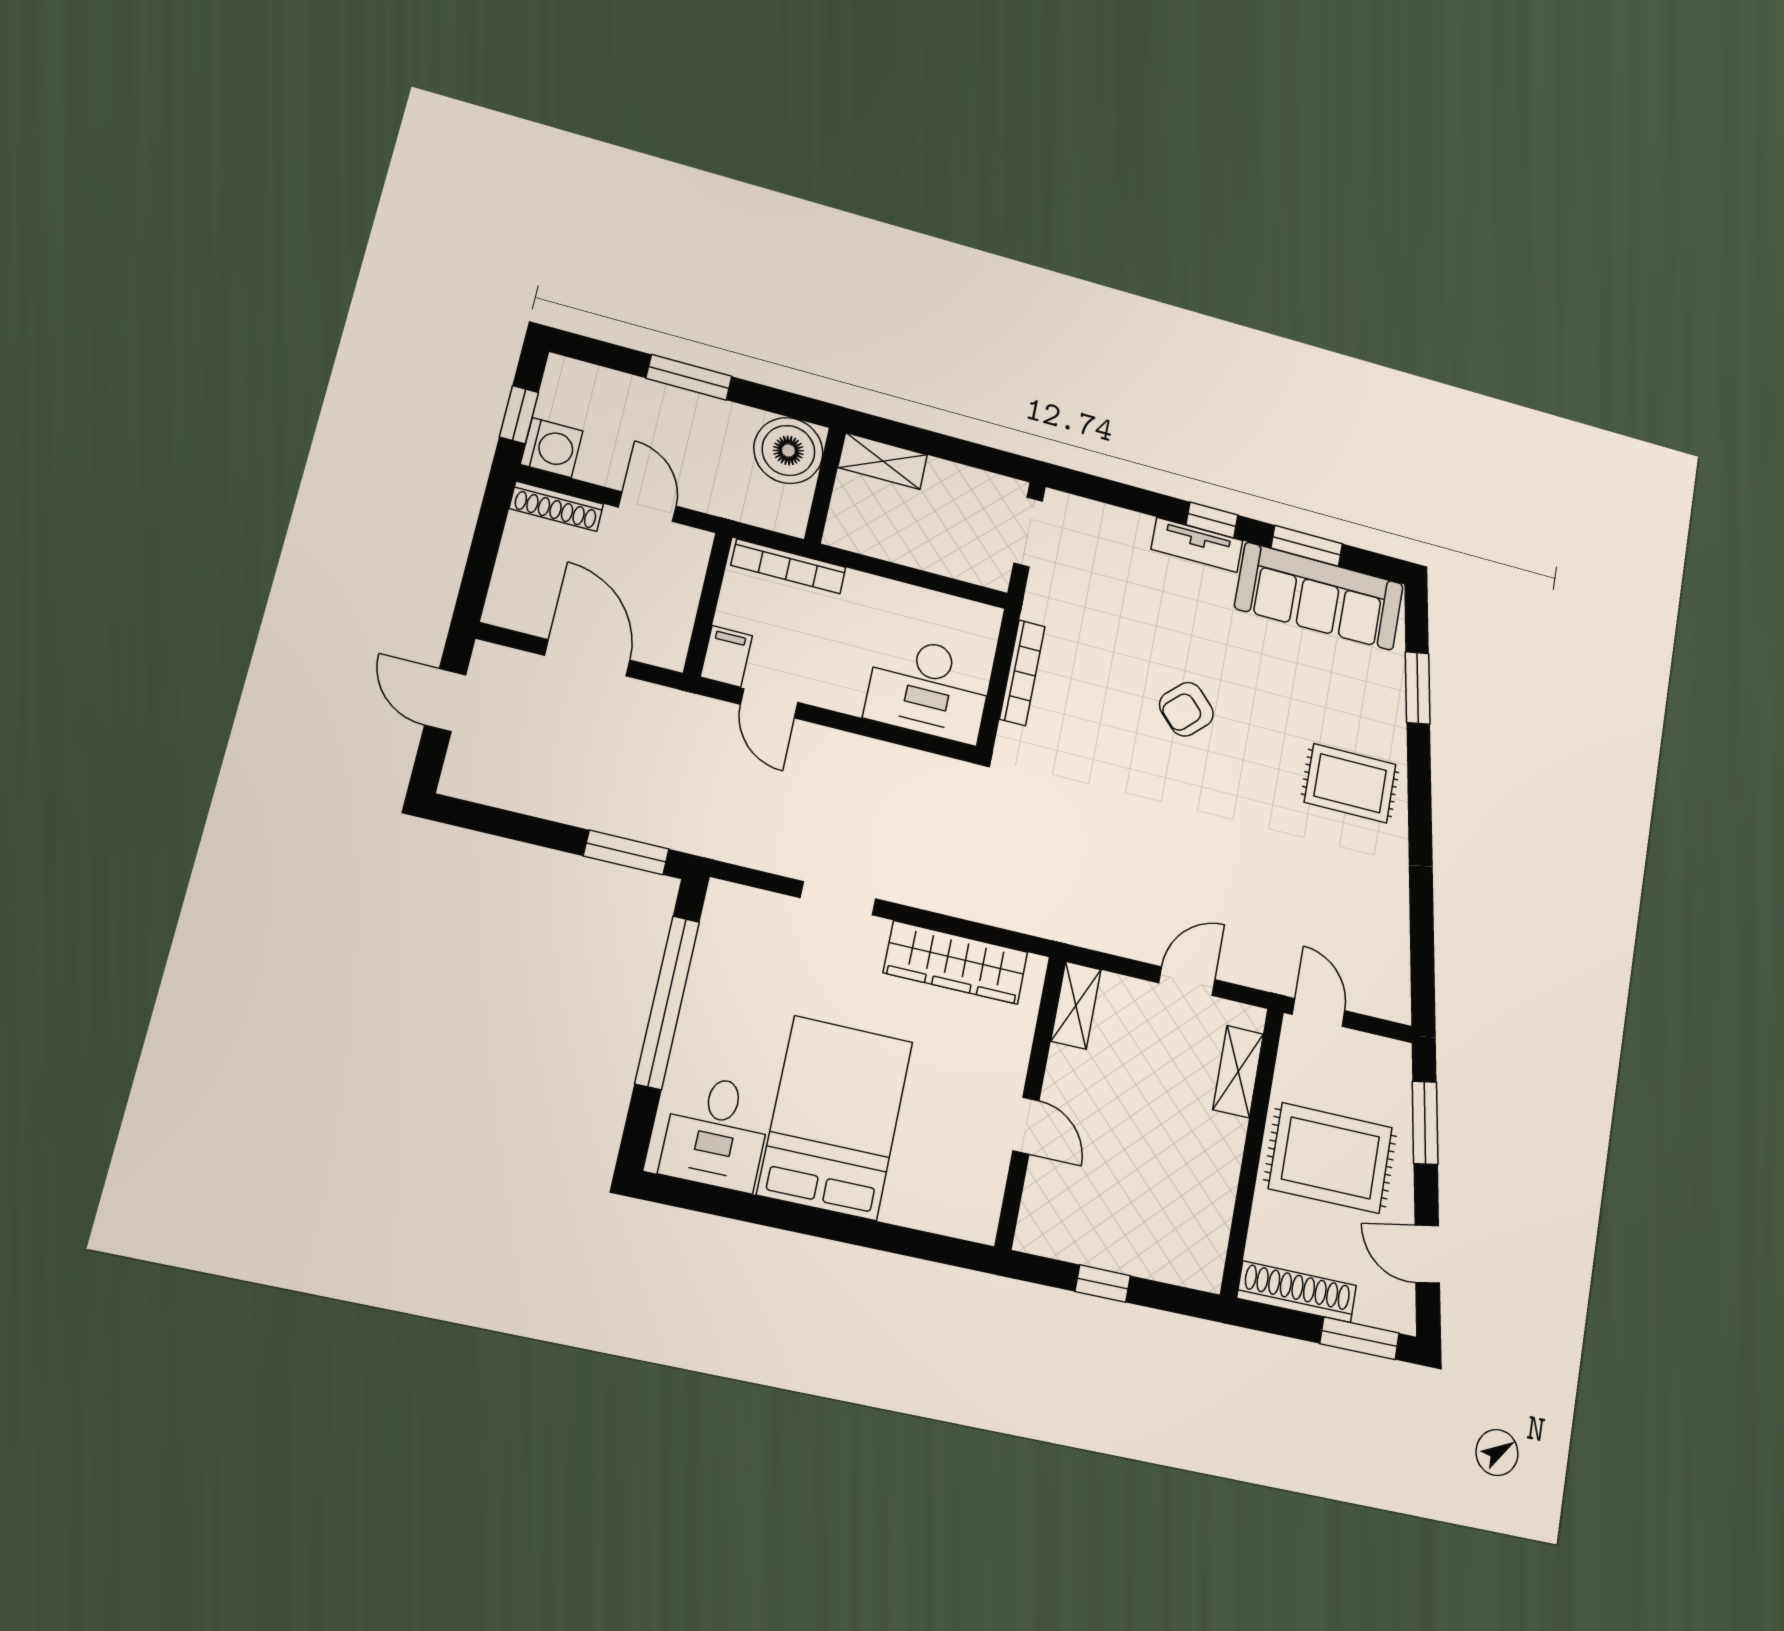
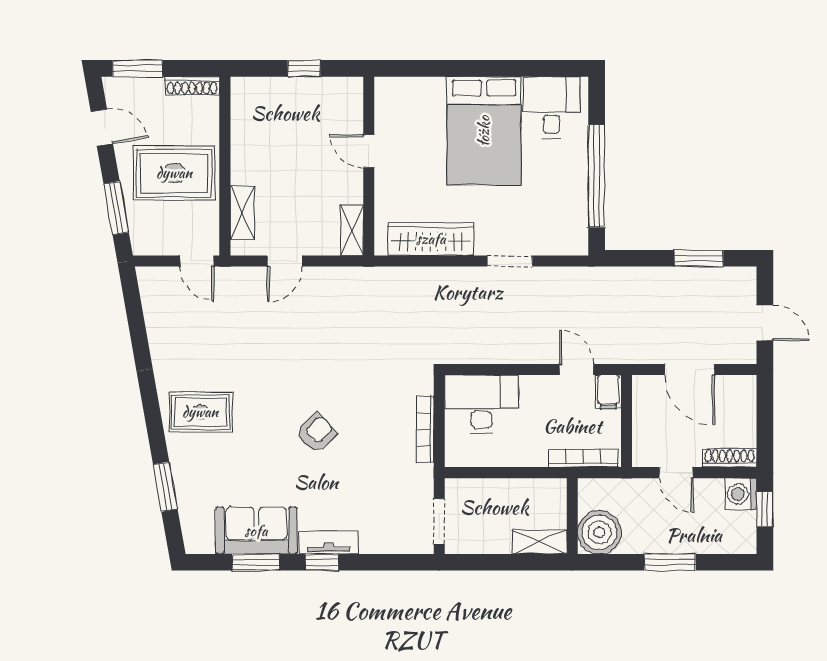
sofa: (1319, 596) -> (256, 531), width x0.73
window: (626, 852) -> (699, 258), moved
shoe rack: (1297, 1292) -> (192, 86), width x0.74, depth x0.81

